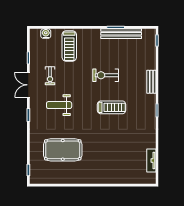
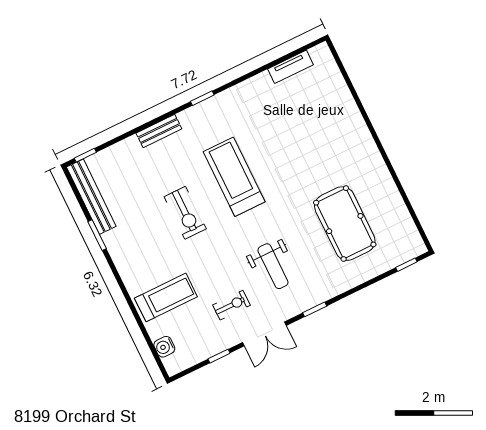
bench: (121, 34) -> (91, 197), moved
treadmill: (112, 107) -> (234, 177), width x1.37, depth x1.38

